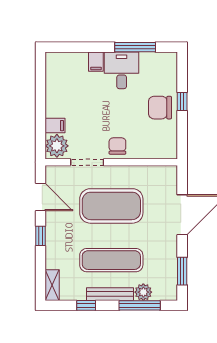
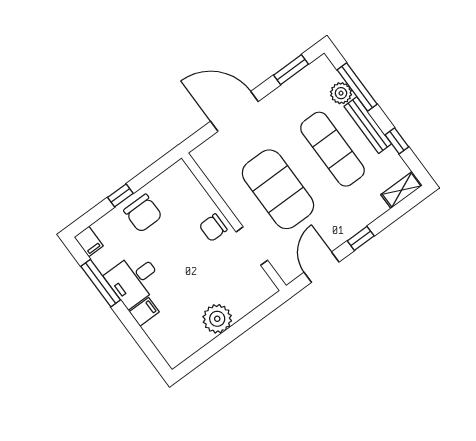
filing cabinet: (55, 126) -> (89, 241), moved, turned 180
plant: (57, 146) -> (217, 319), moved

